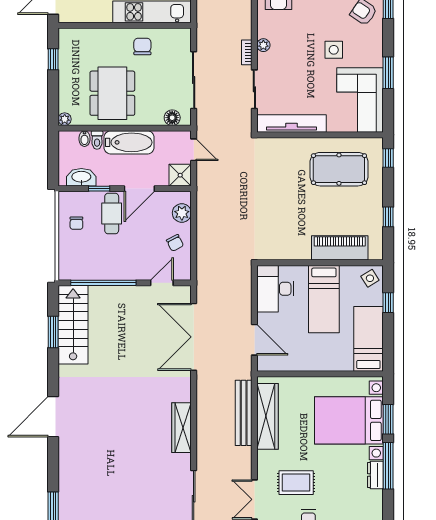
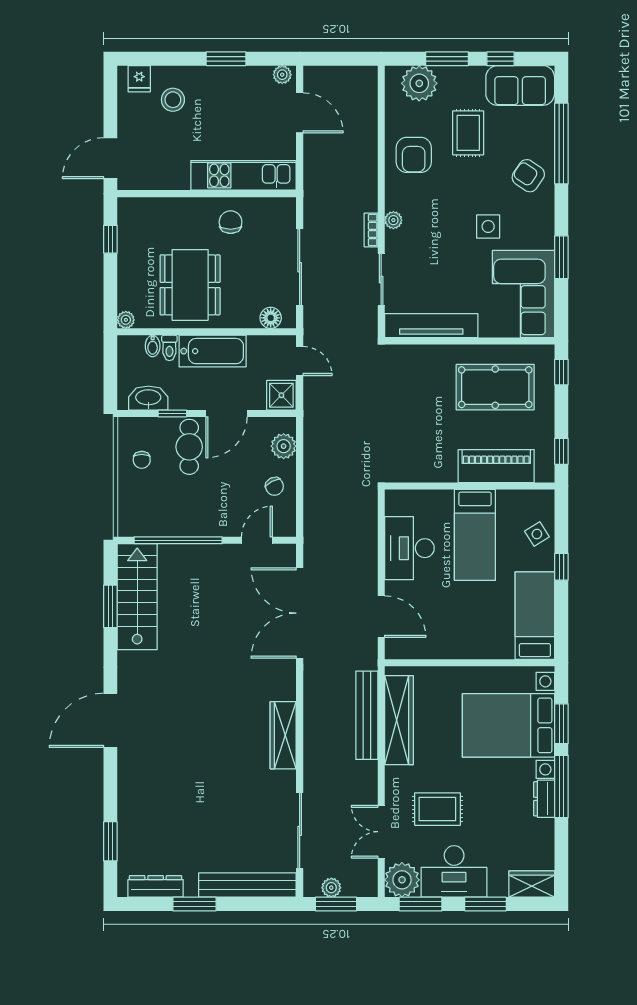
piano: (340, 248) -> (496, 466), moved
wall: (320, 263) -> (470, 486), moved
bed: (324, 299) -> (475, 535), moved

